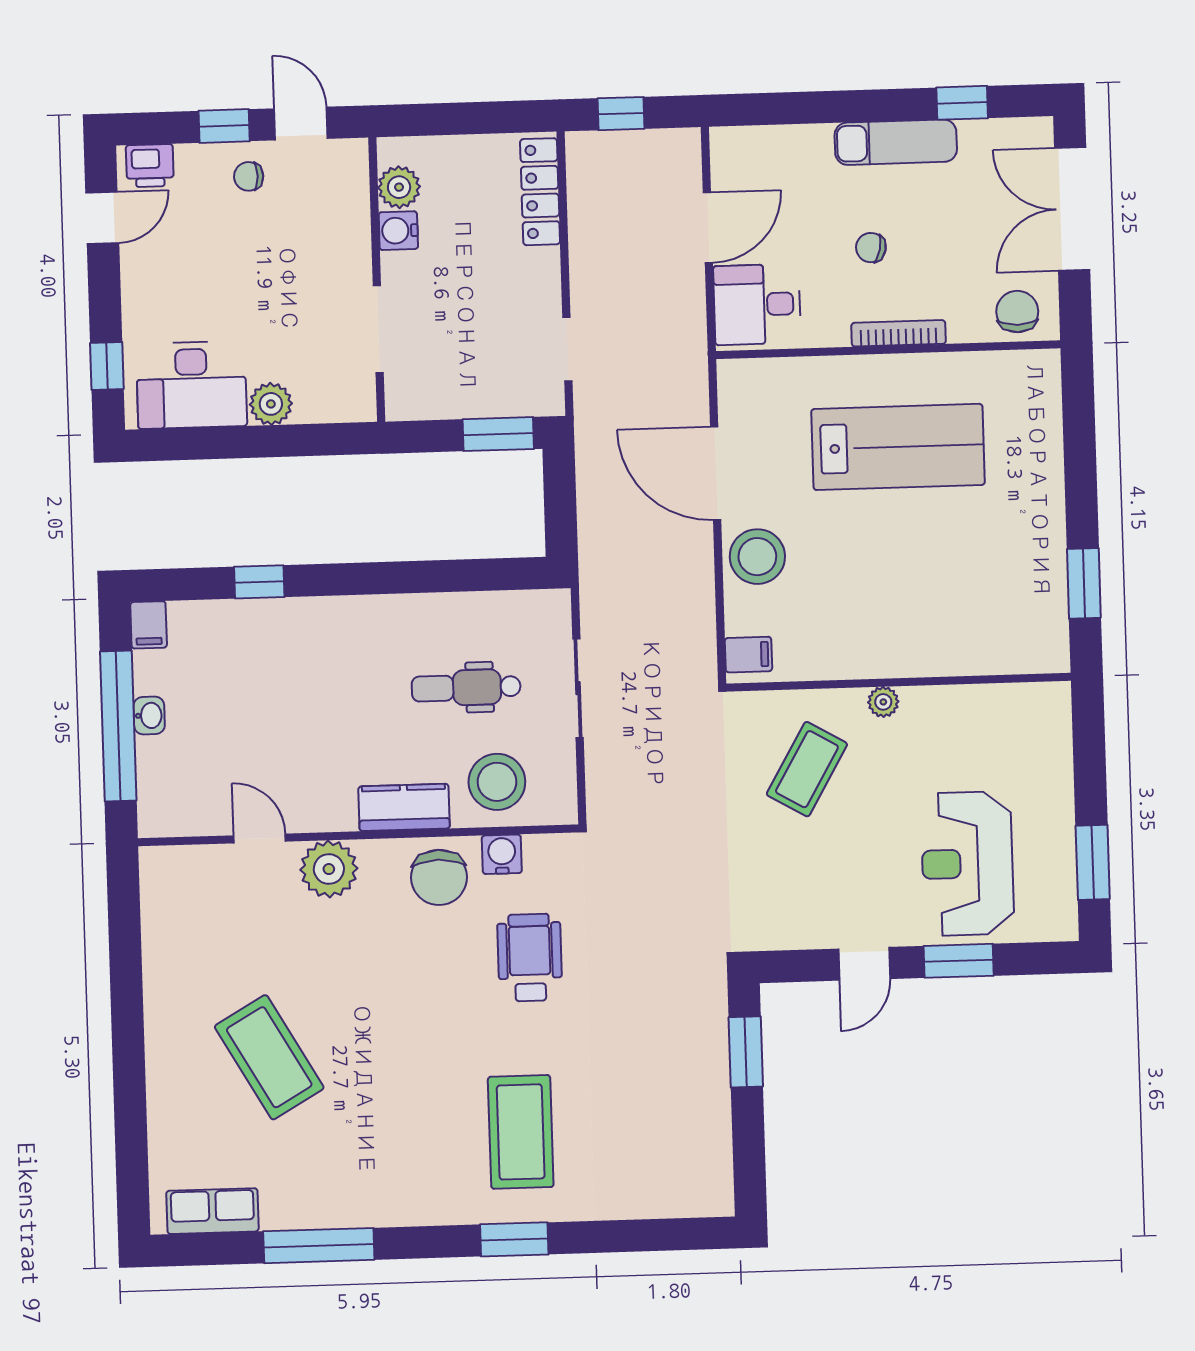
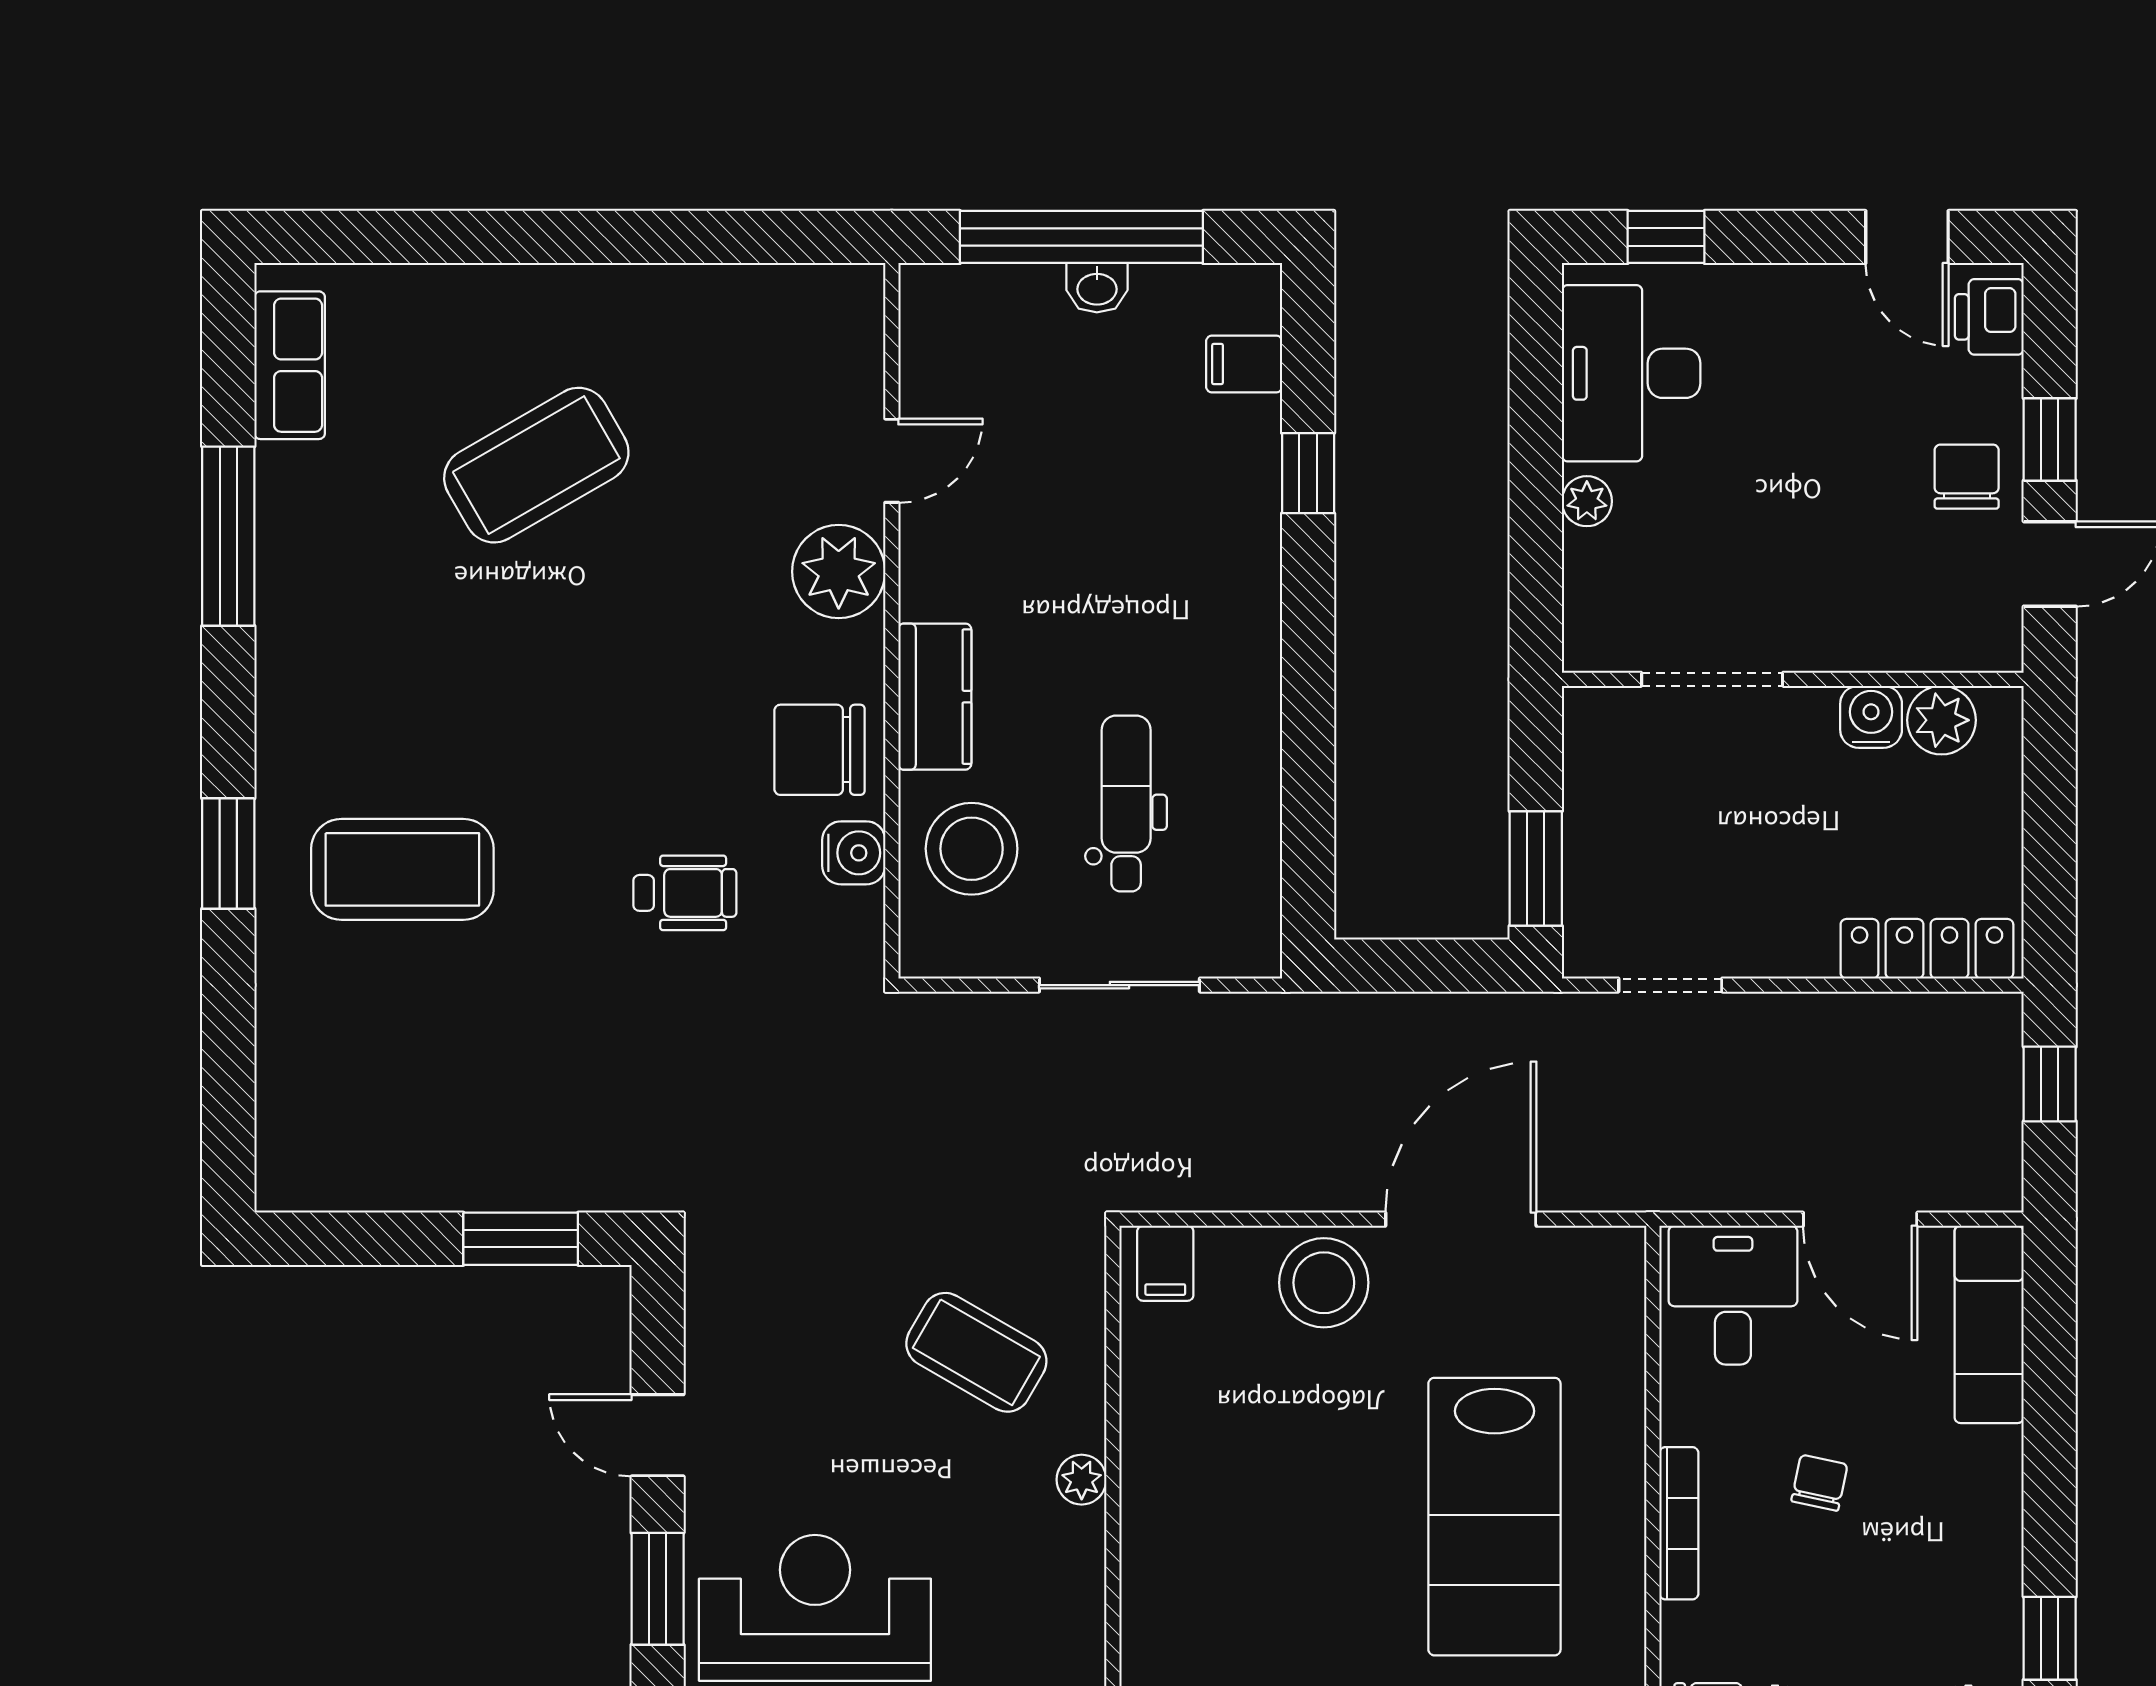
exam couch: (896, 142) -> (1989, 1324), moved
chair: (249, 176) -> (1967, 477), width x1.37, depth x1.37
plant: (271, 404) -> (1587, 501), width x0.73, depth x0.73
filing cabinet: (149, 625) -> (1244, 364), moved
wheelchair: (530, 958) -> (685, 893), width x0.73, depth x0.73

